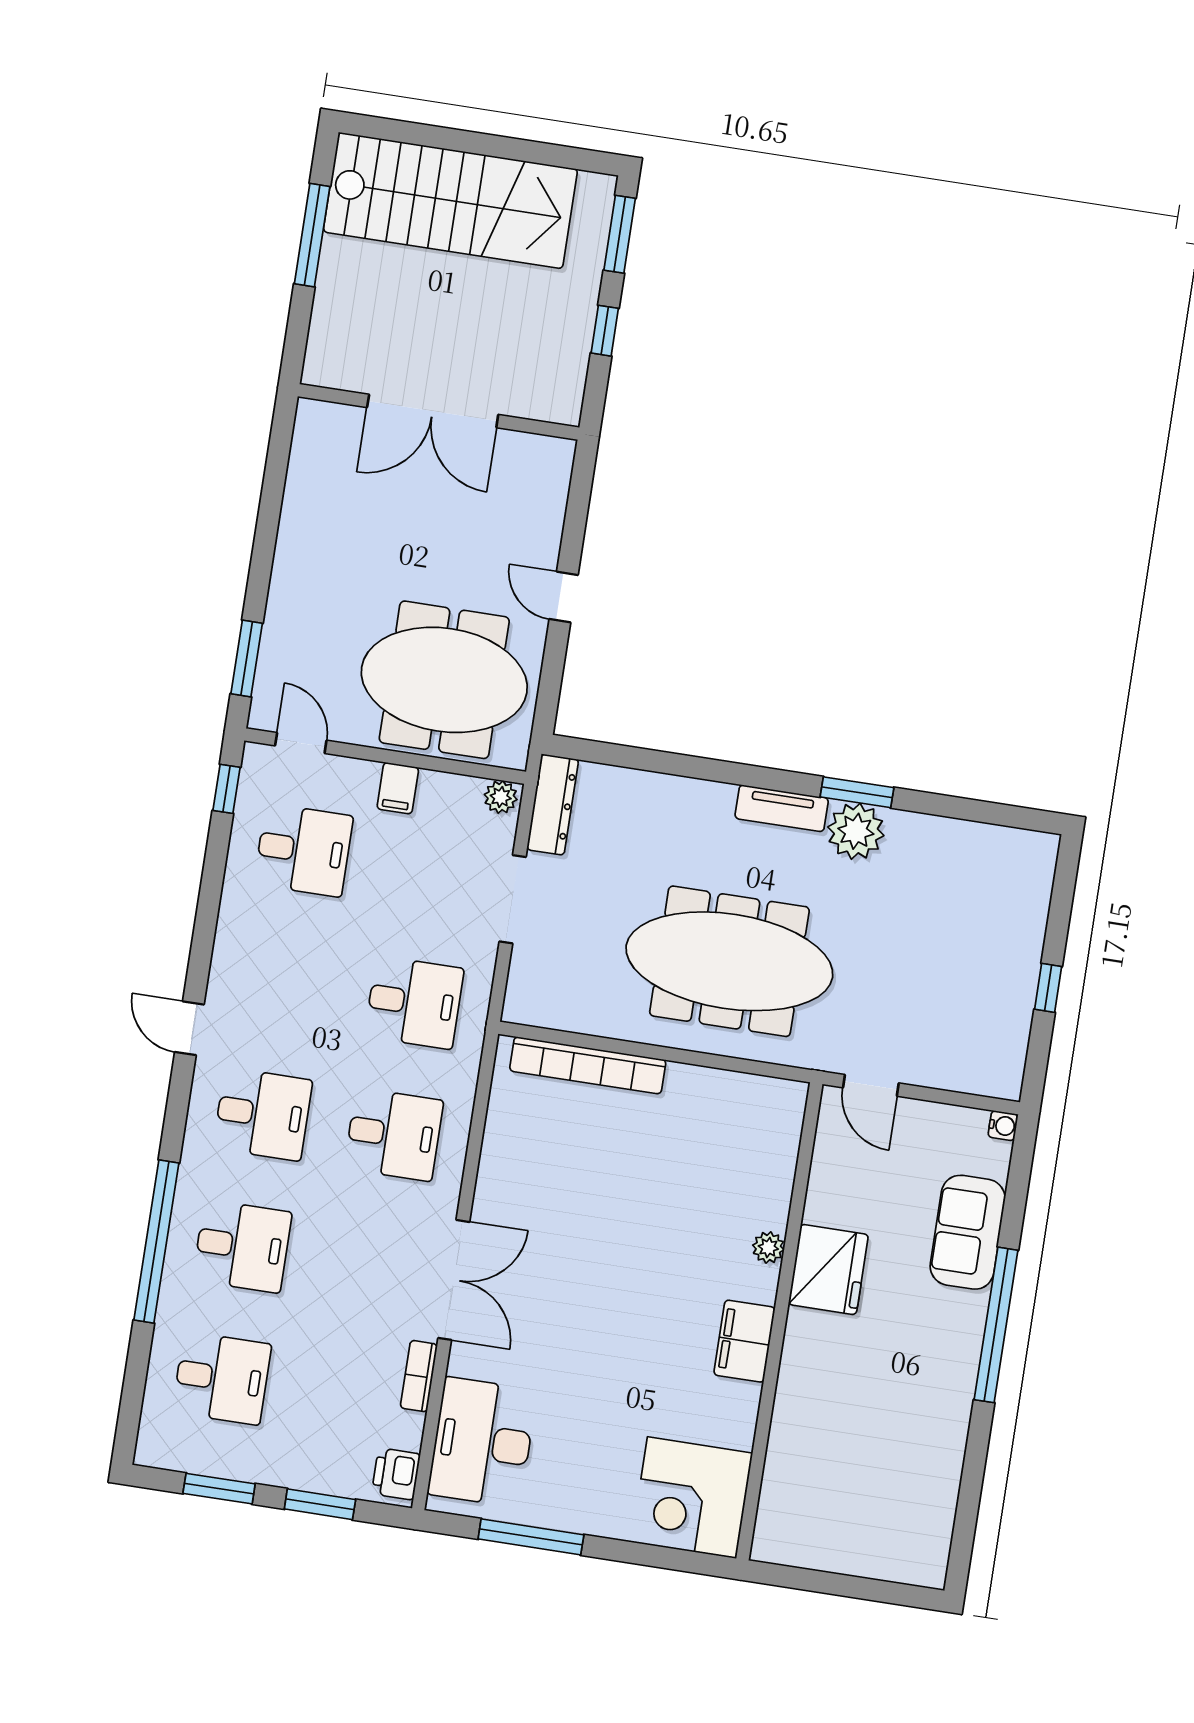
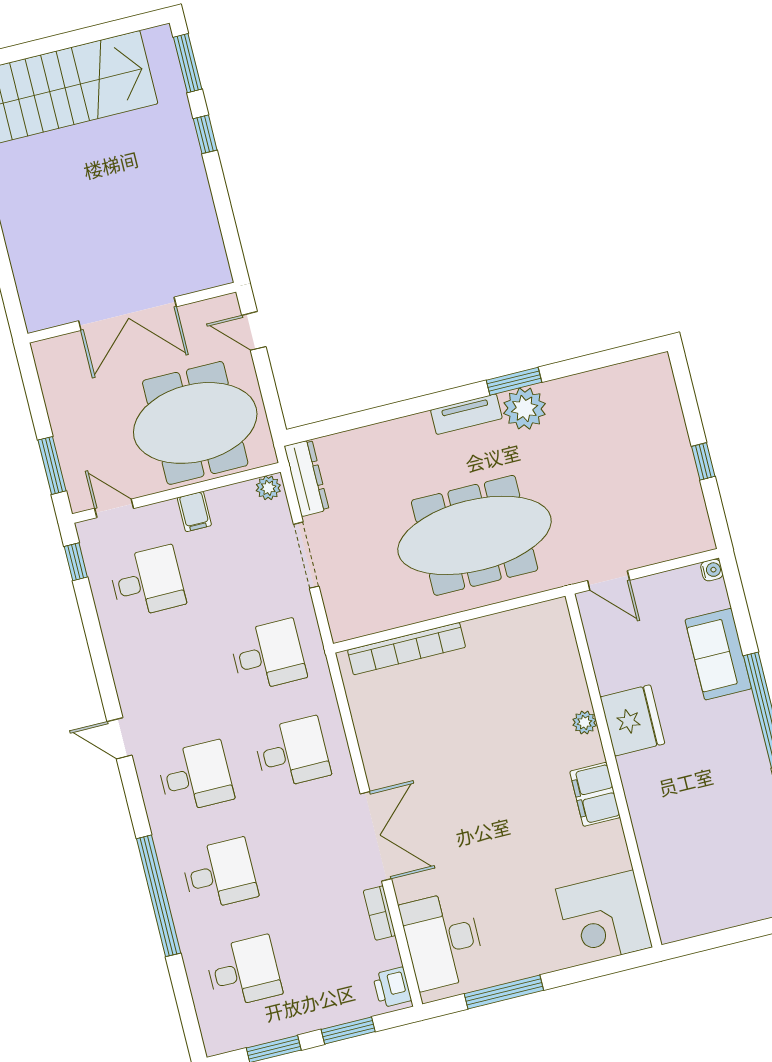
double door: (433, 411) -> (127, 314), moved
wall: (439, 412) -> (132, 313), moved

